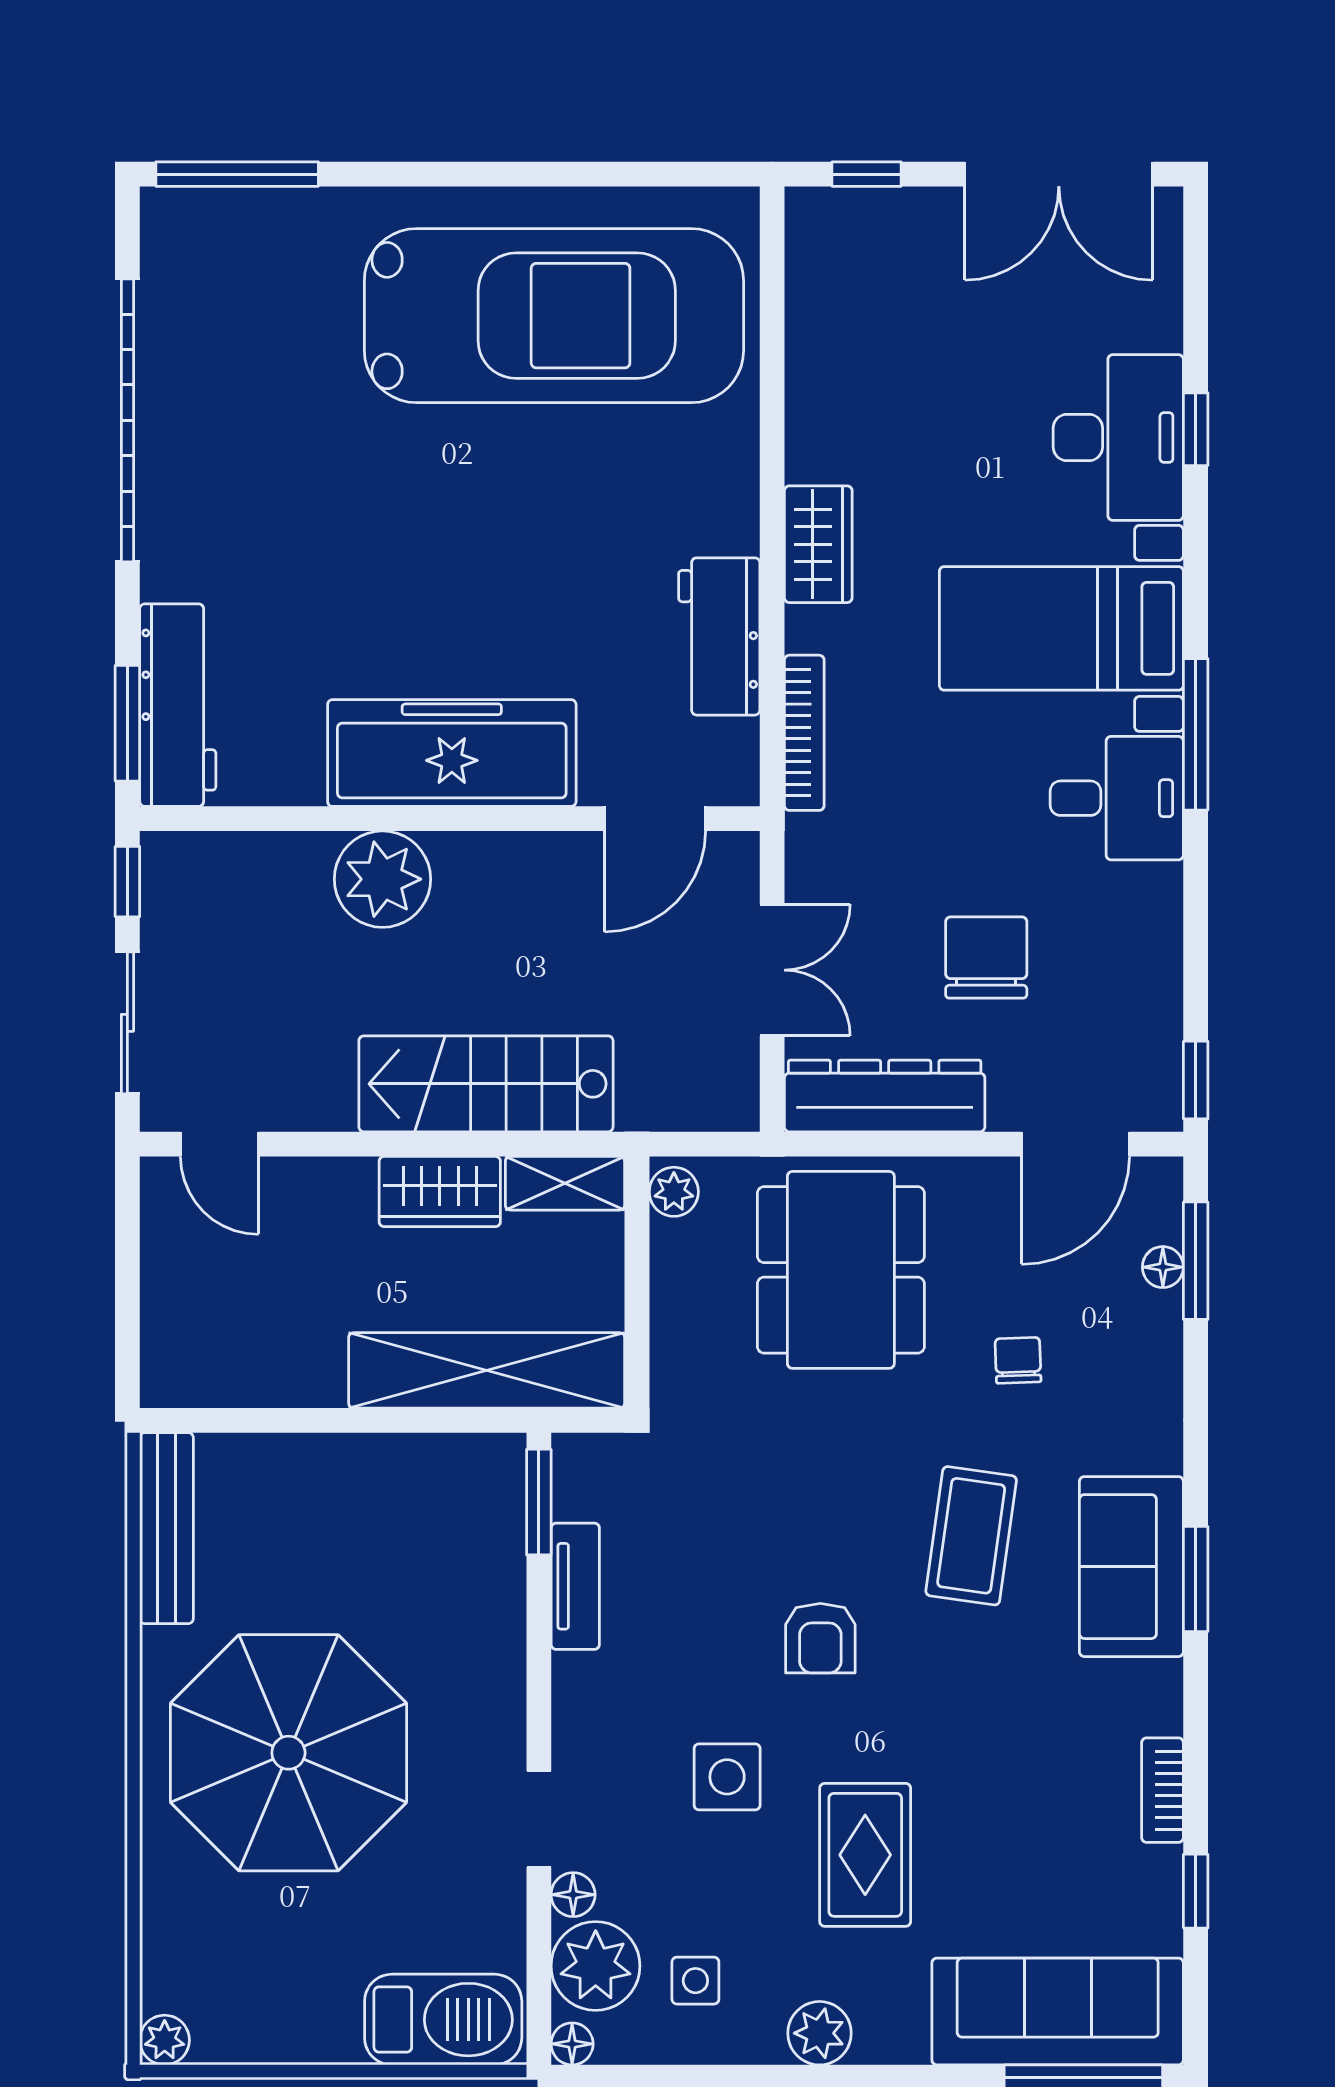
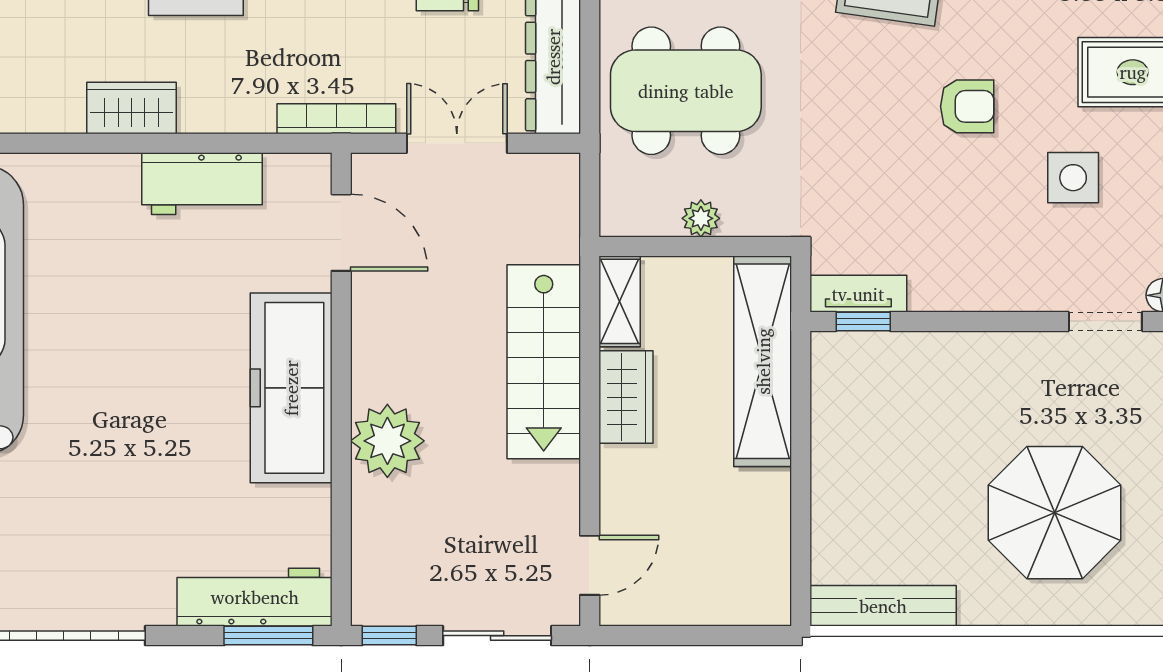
bookcase: (804, 733) -> (336, 119), moved
plant: (674, 1192) -> (701, 218), moved
window: (539, 1502) -> (863, 321), width x0.67
tv unit: (575, 1586) -> (858, 294), moved
parasol: (288, 1753) -> (1055, 513), width x0.73, depth x0.73

